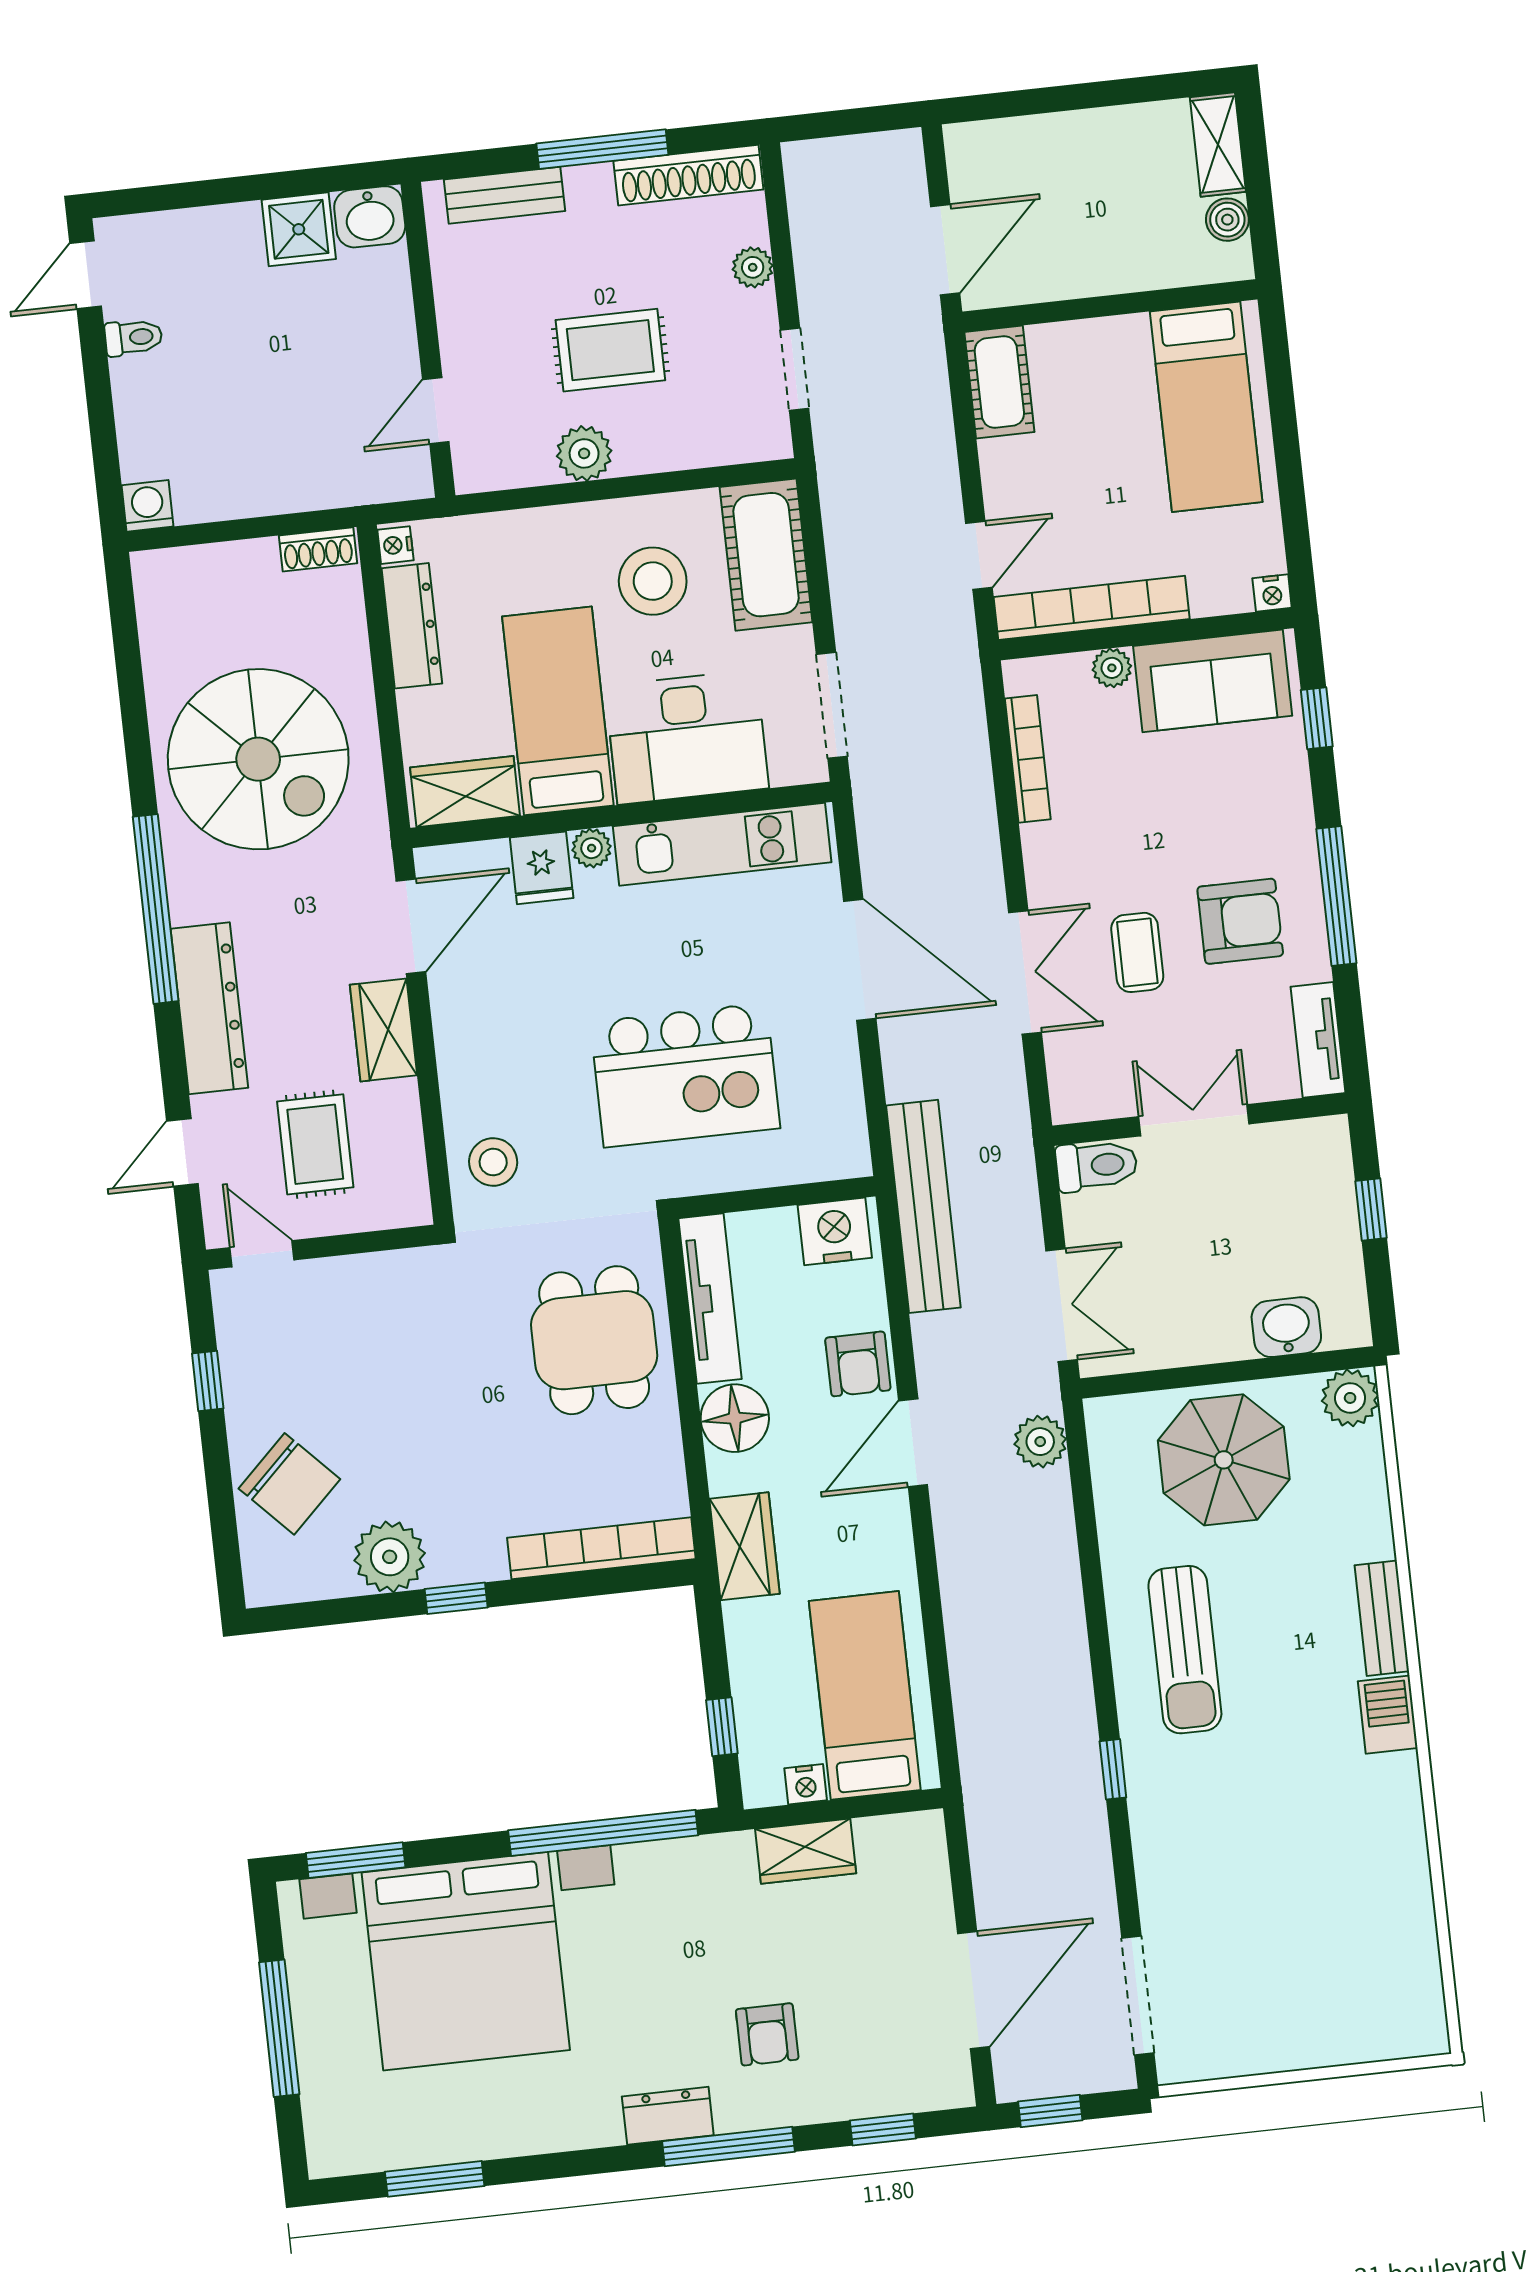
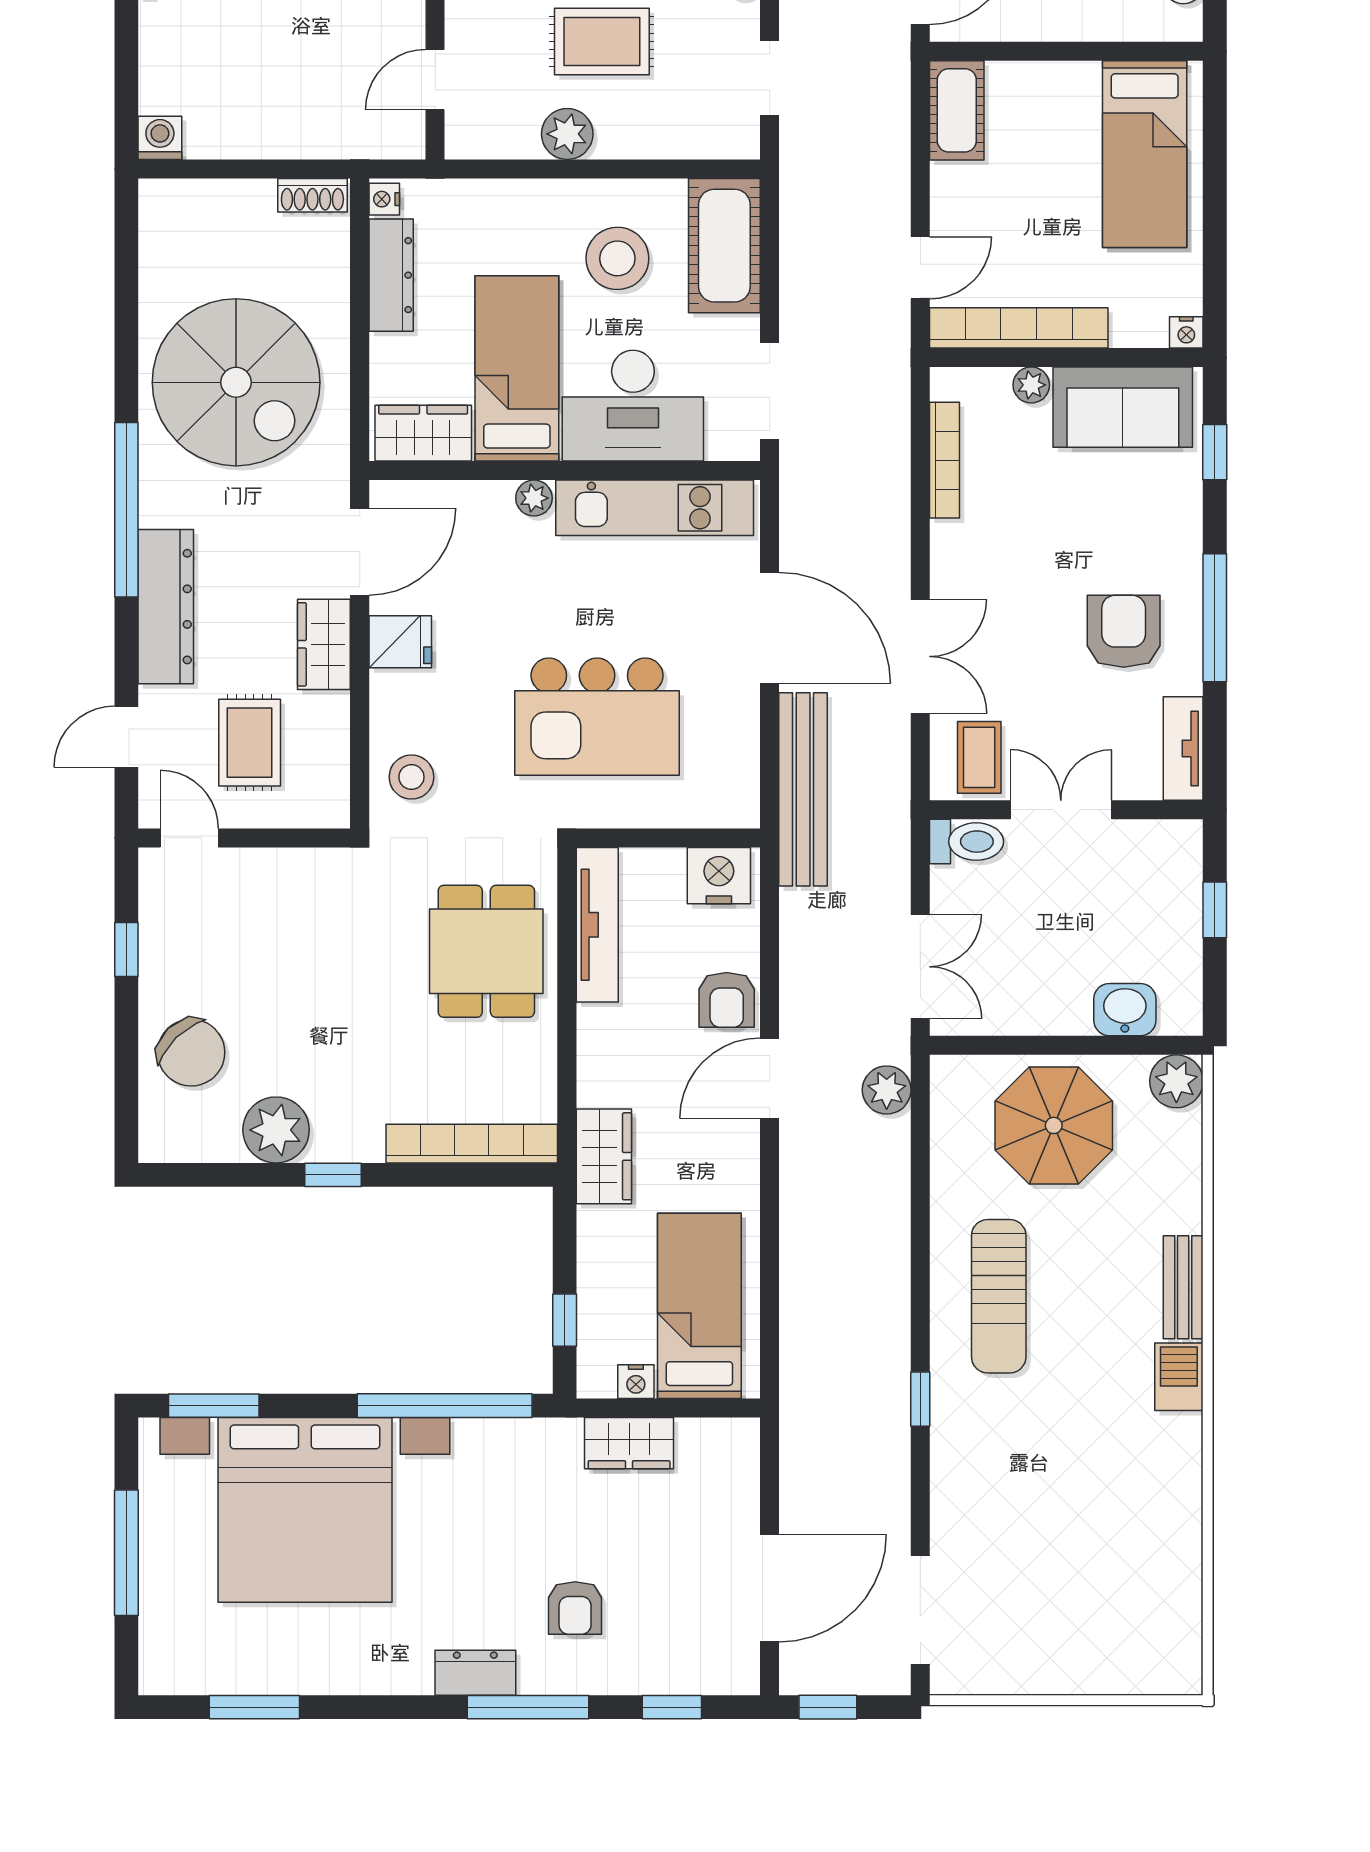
fridge: (542, 868) -> (400, 642), moved, turned -90
armchair: (1240, 921) -> (1124, 631), turned -90
coffee table: (1137, 952) -> (979, 757), moved
bench: (923, 1206) -> (803, 789), moved
floor lamp: (735, 1418) -> (608, 1037), removed

